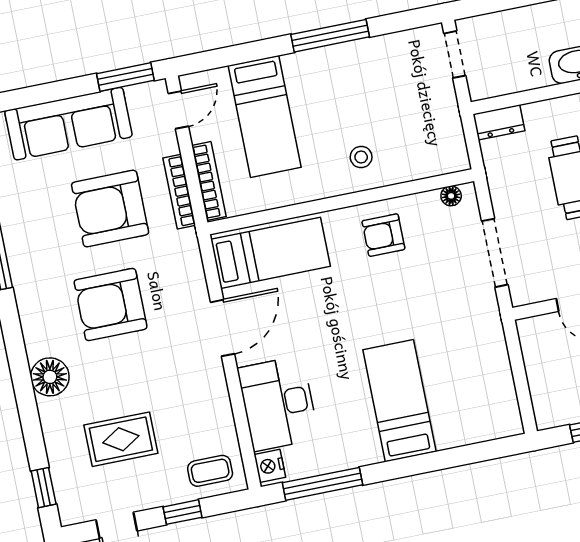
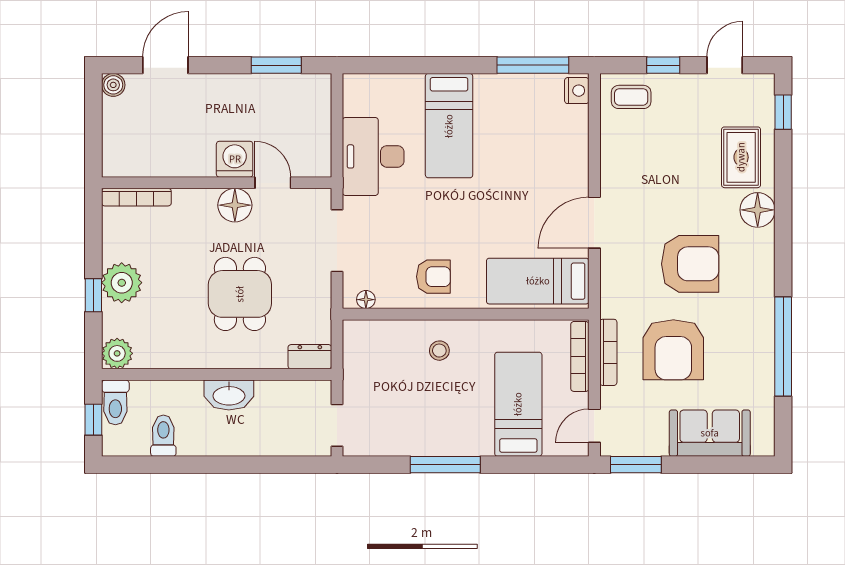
sofa: (68, 124) -> (710, 433), width x0.73
armchair: (110, 209) -> (673, 350), turned 90
desk: (278, 404) -> (373, 156), moved, turned 180
rug: (121, 439) -> (741, 157), moved, turned 90

